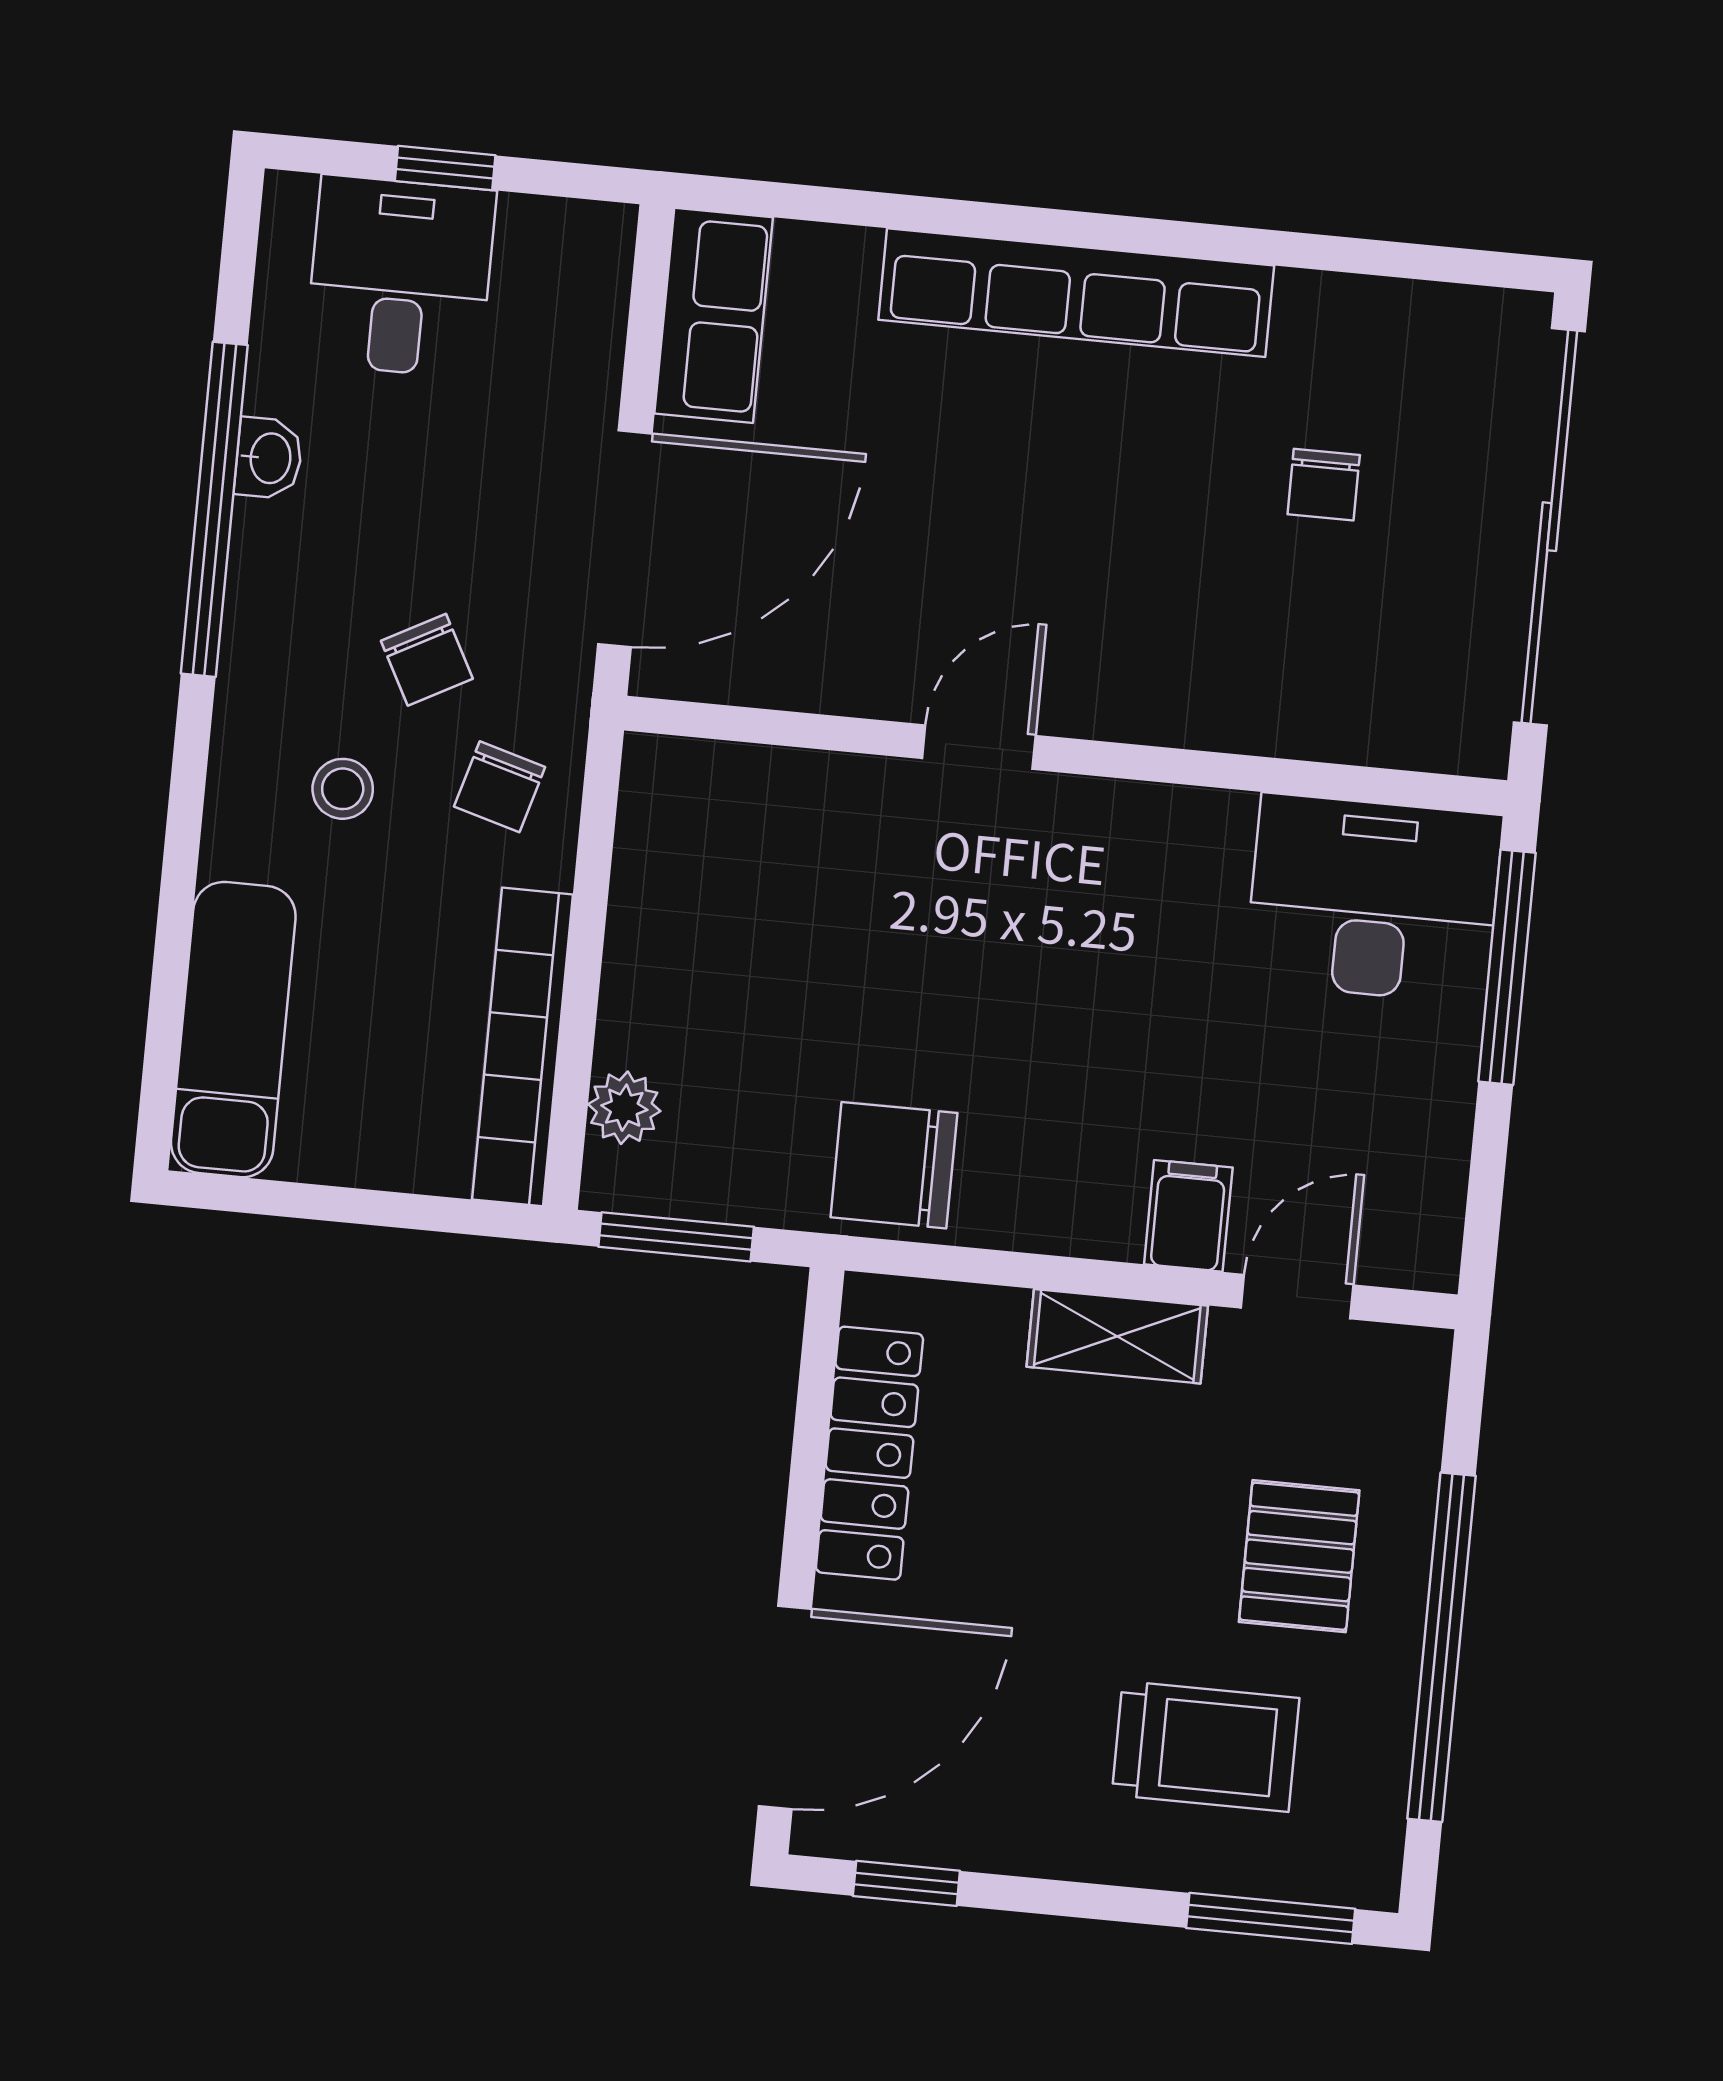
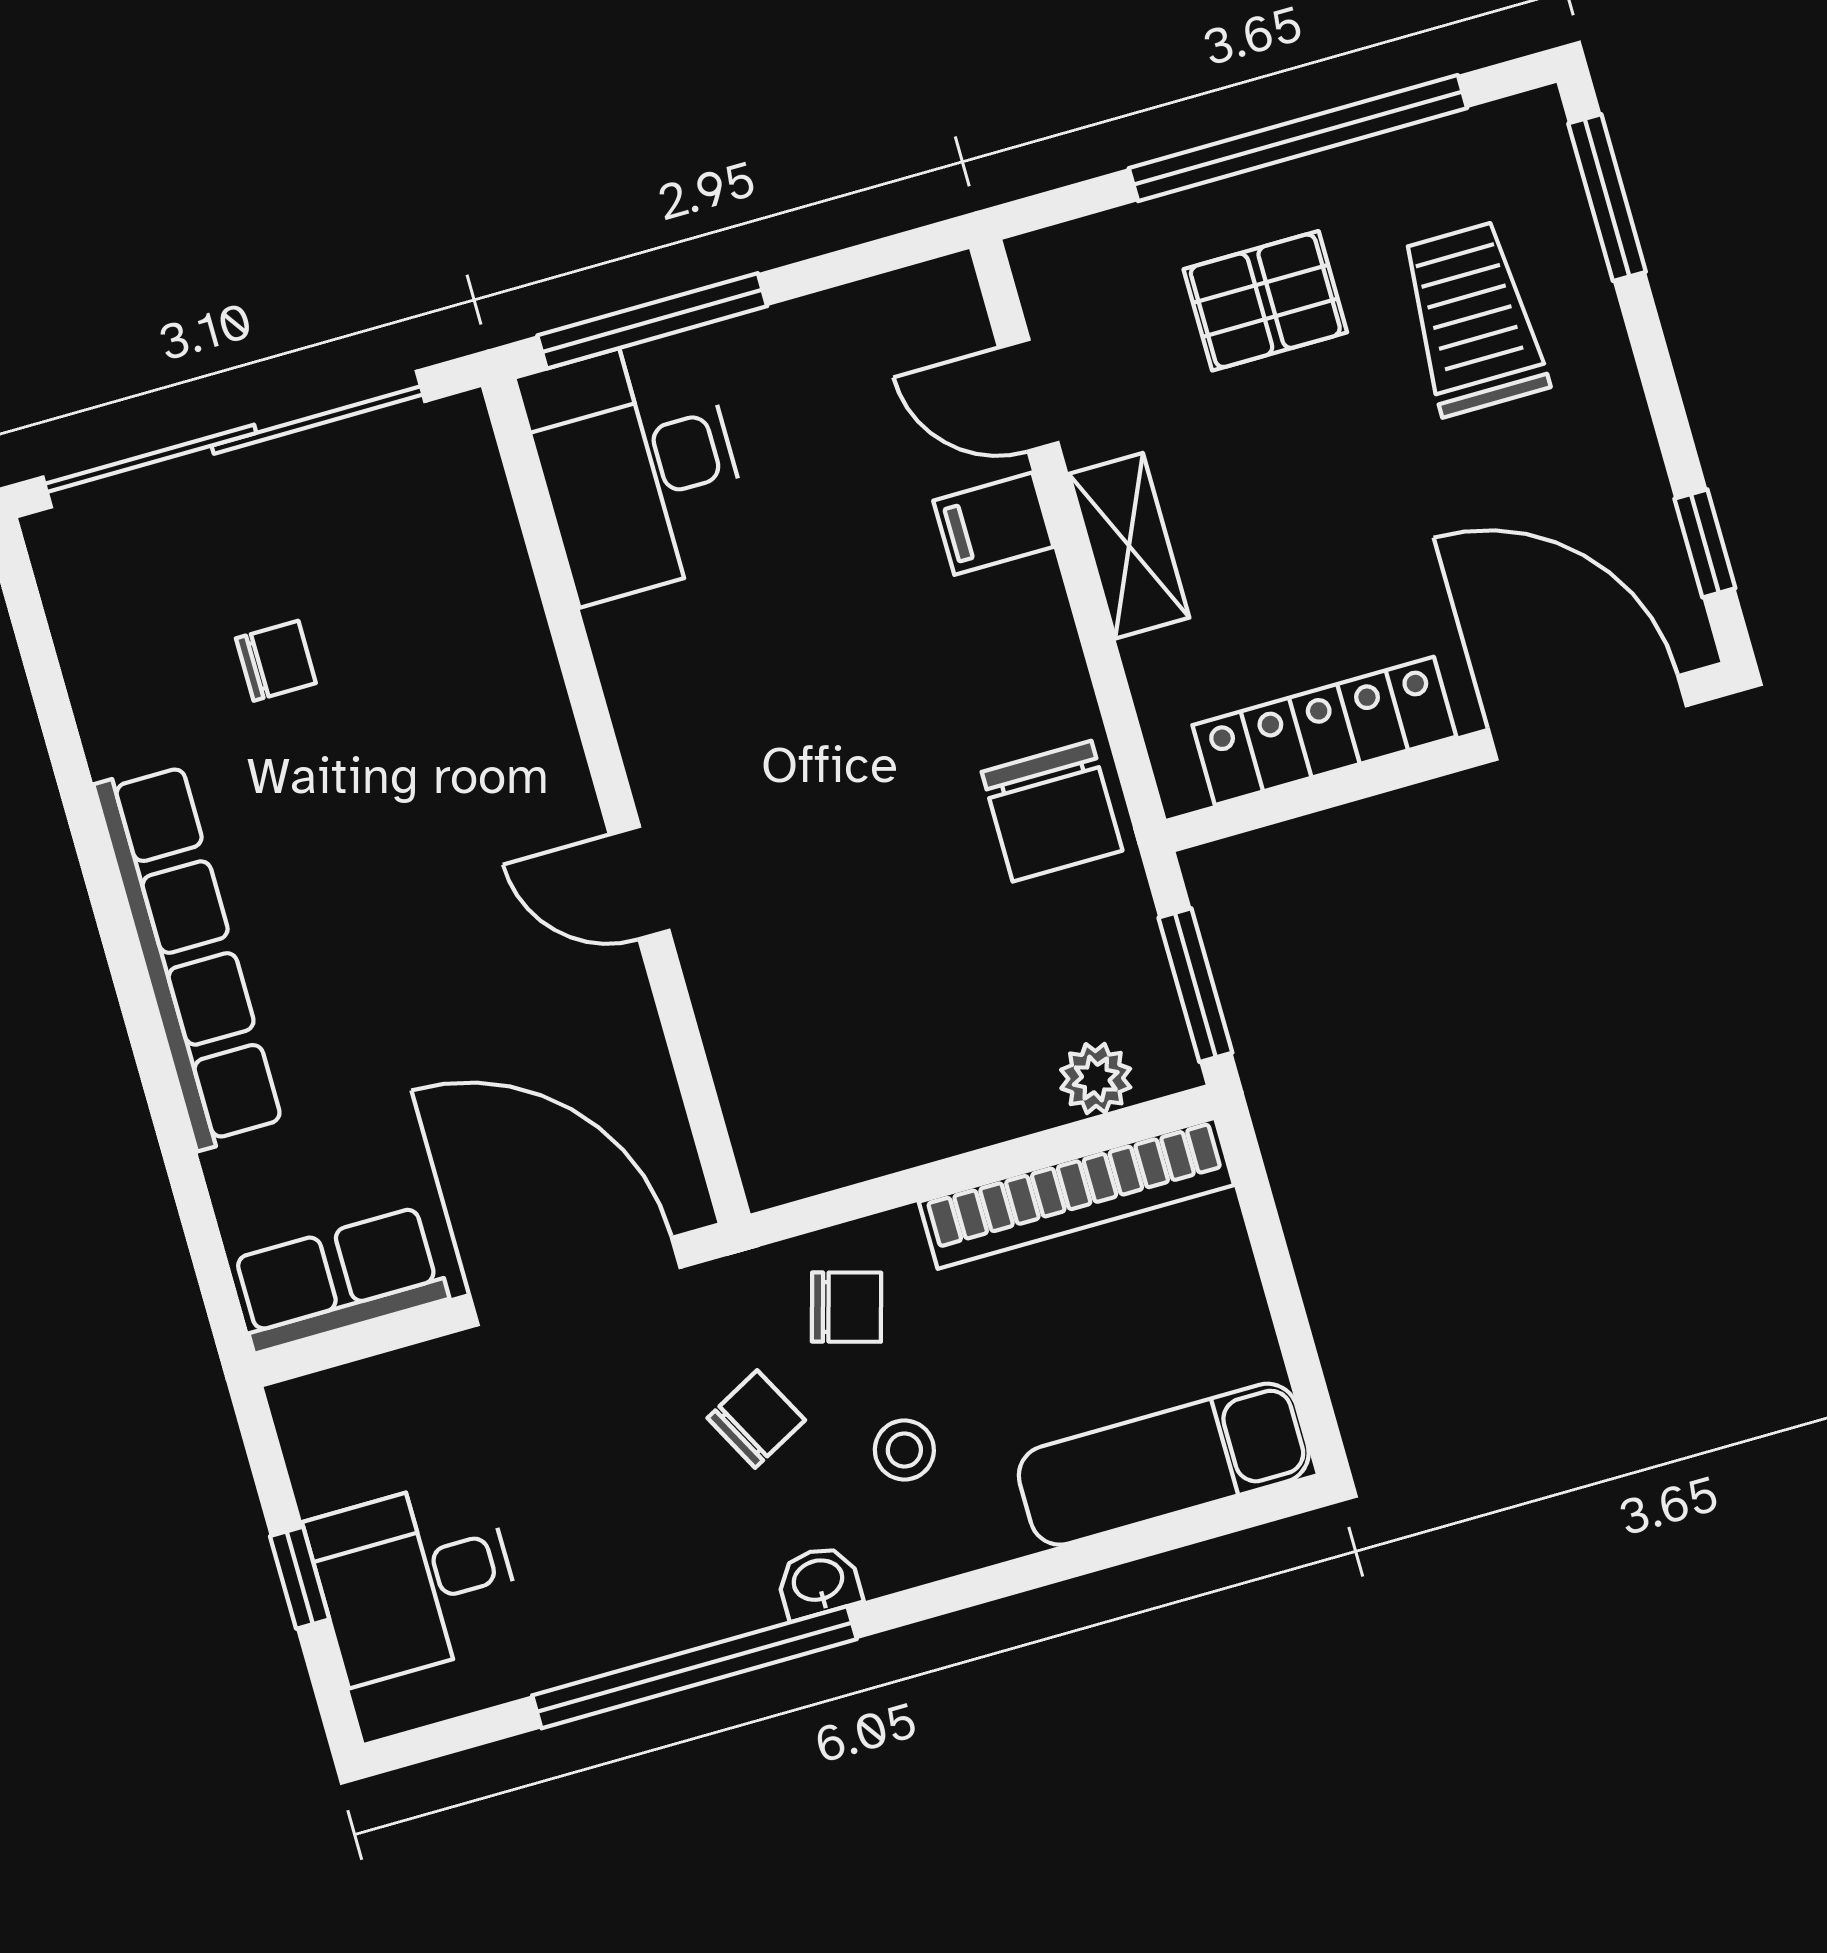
washbasin: (269, 458) -> (818, 1582), moved

